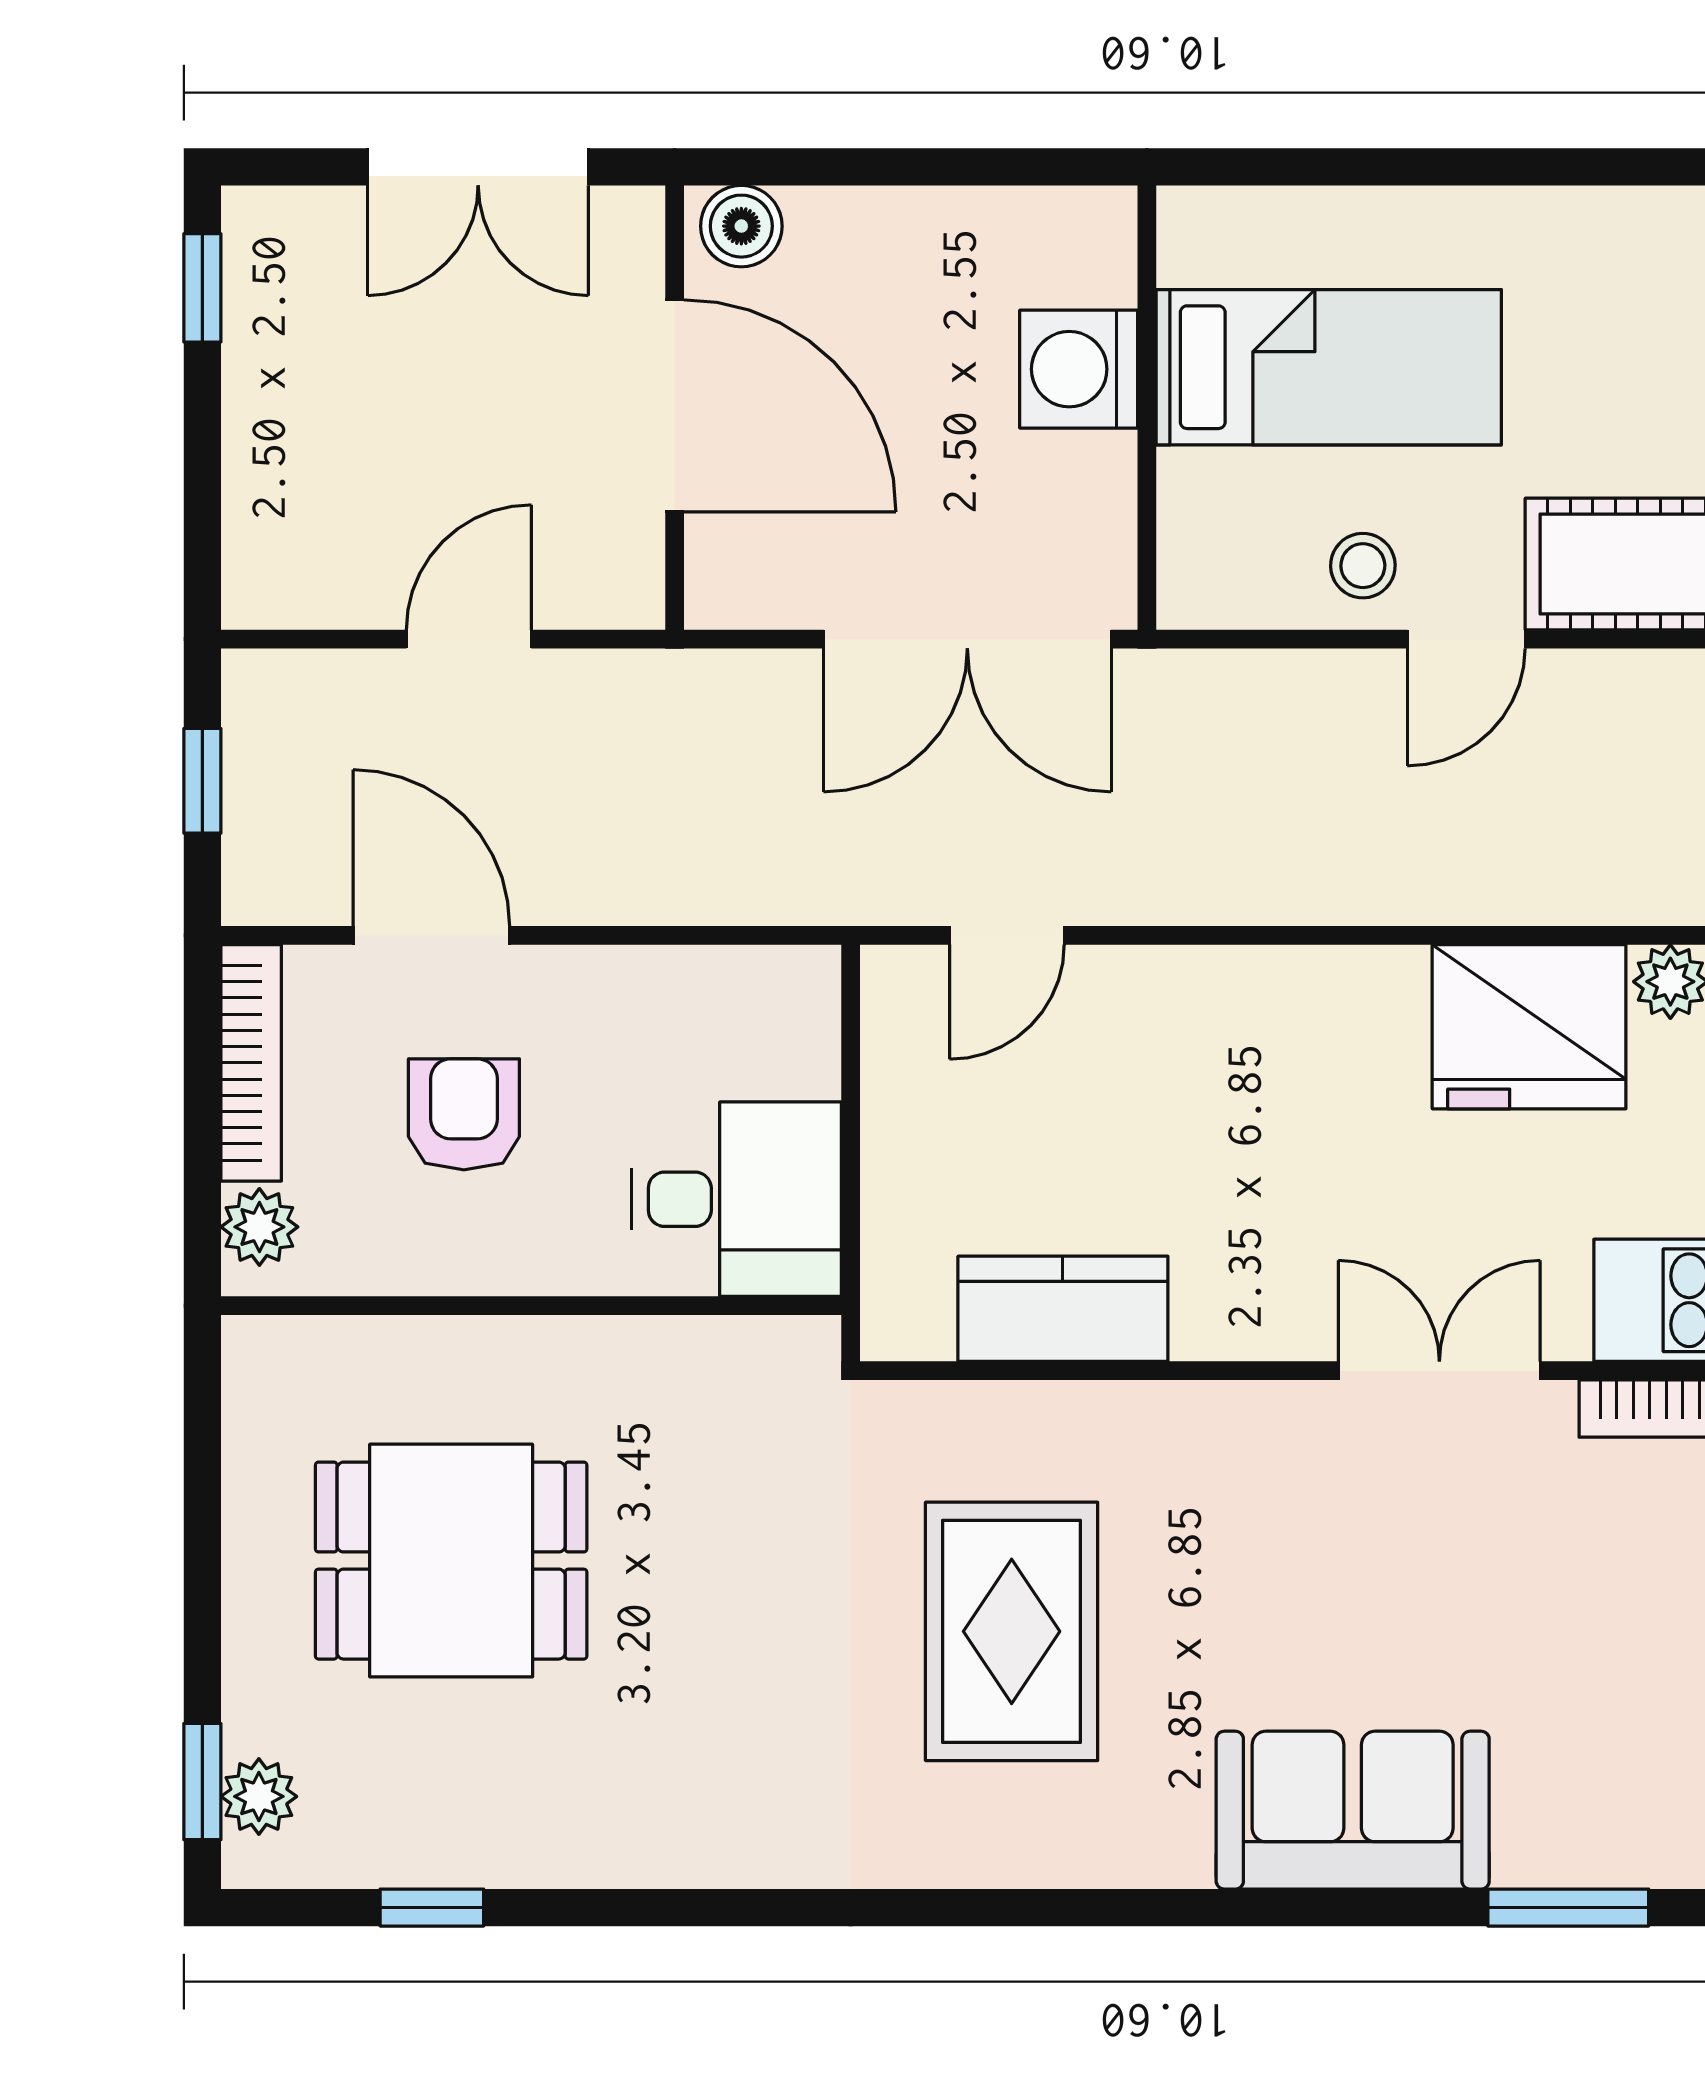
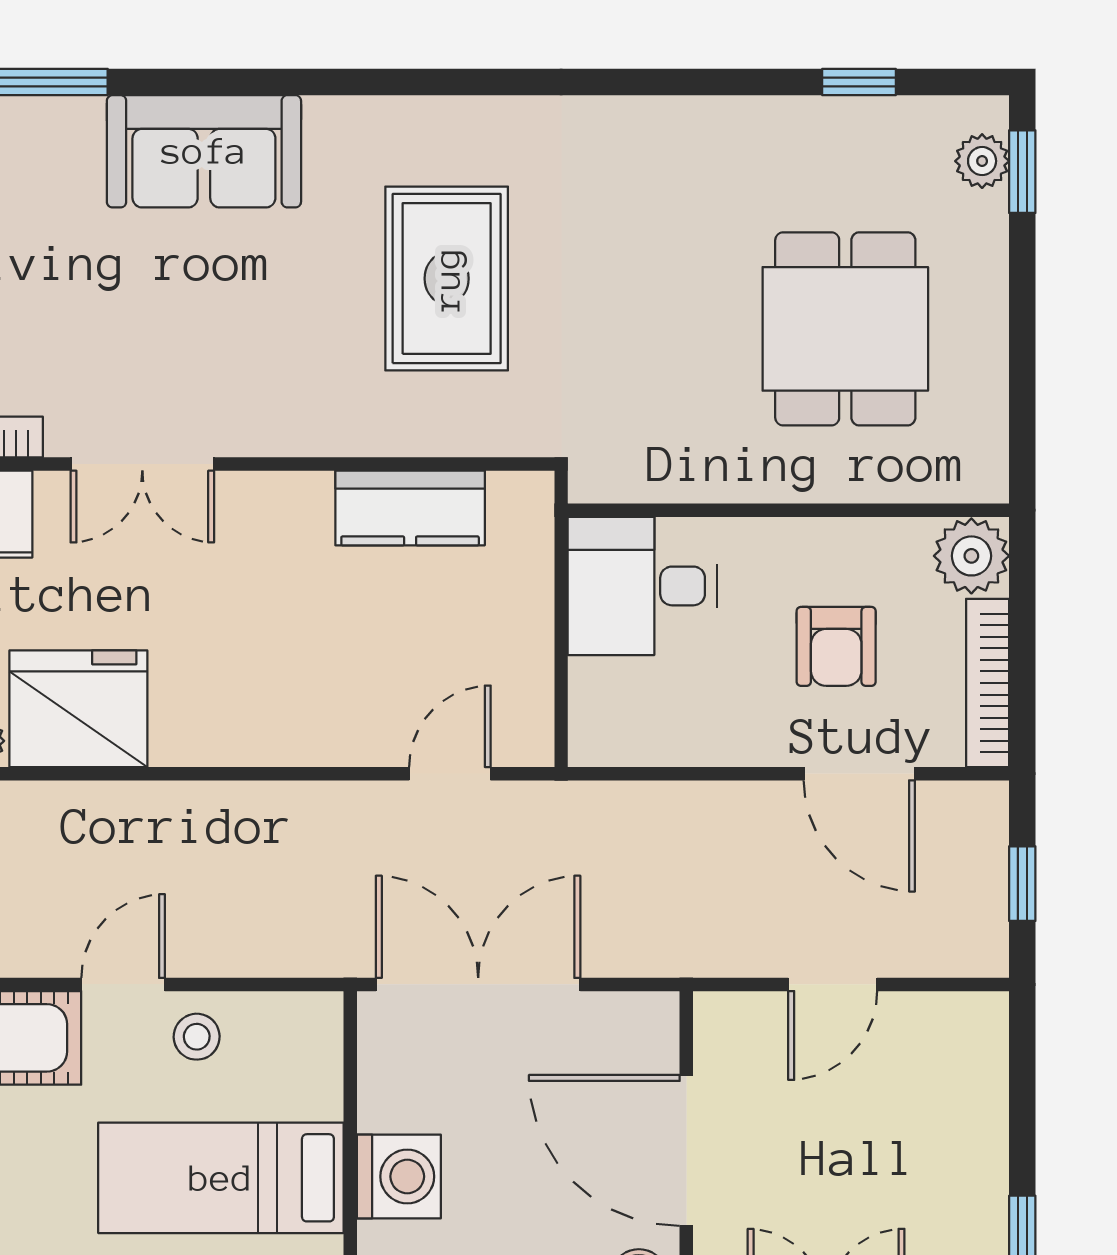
plant: (259, 1227) -> (971, 556), width x1.38, depth x1.38
dining table: (451, 1561) -> (845, 329), turned 90

